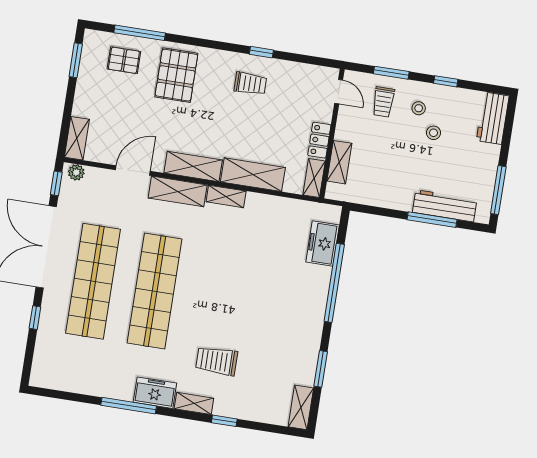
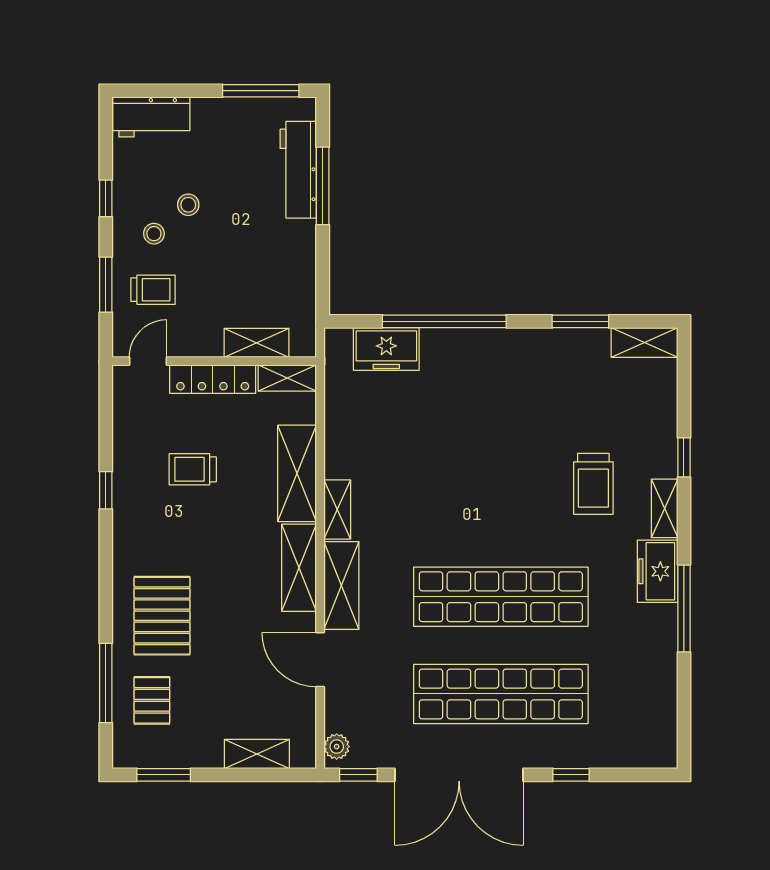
pallet: (176, 75) -> (162, 616), turned 90
trolley: (250, 84) -> (193, 469), moved, turned -90
shelving: (77, 138) -> (257, 754), moved
locker: (319, 140) -> (213, 379), width x1.53

